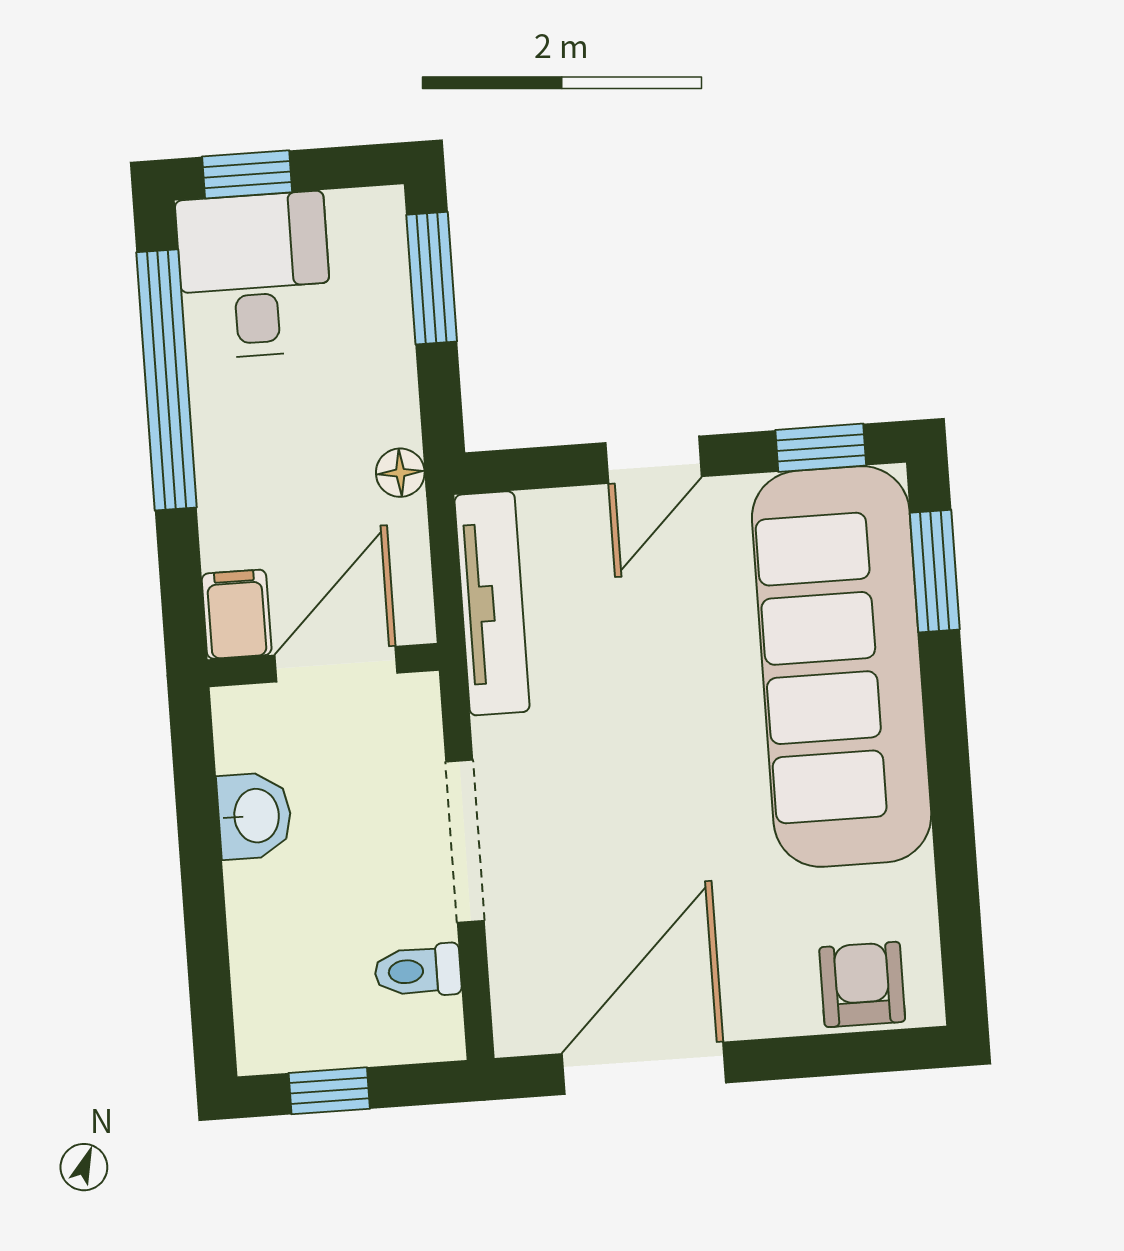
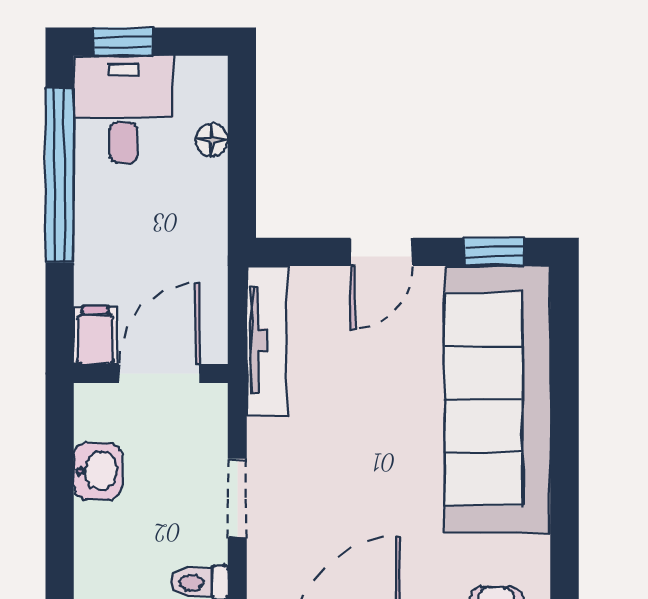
window: (432, 278) -> (242, 120), removed
floor lamp: (400, 473) -> (212, 140), moved
window: (935, 571) -> (564, 340), removed
doorway: (465, 841) -> (237, 498), width x0.73

